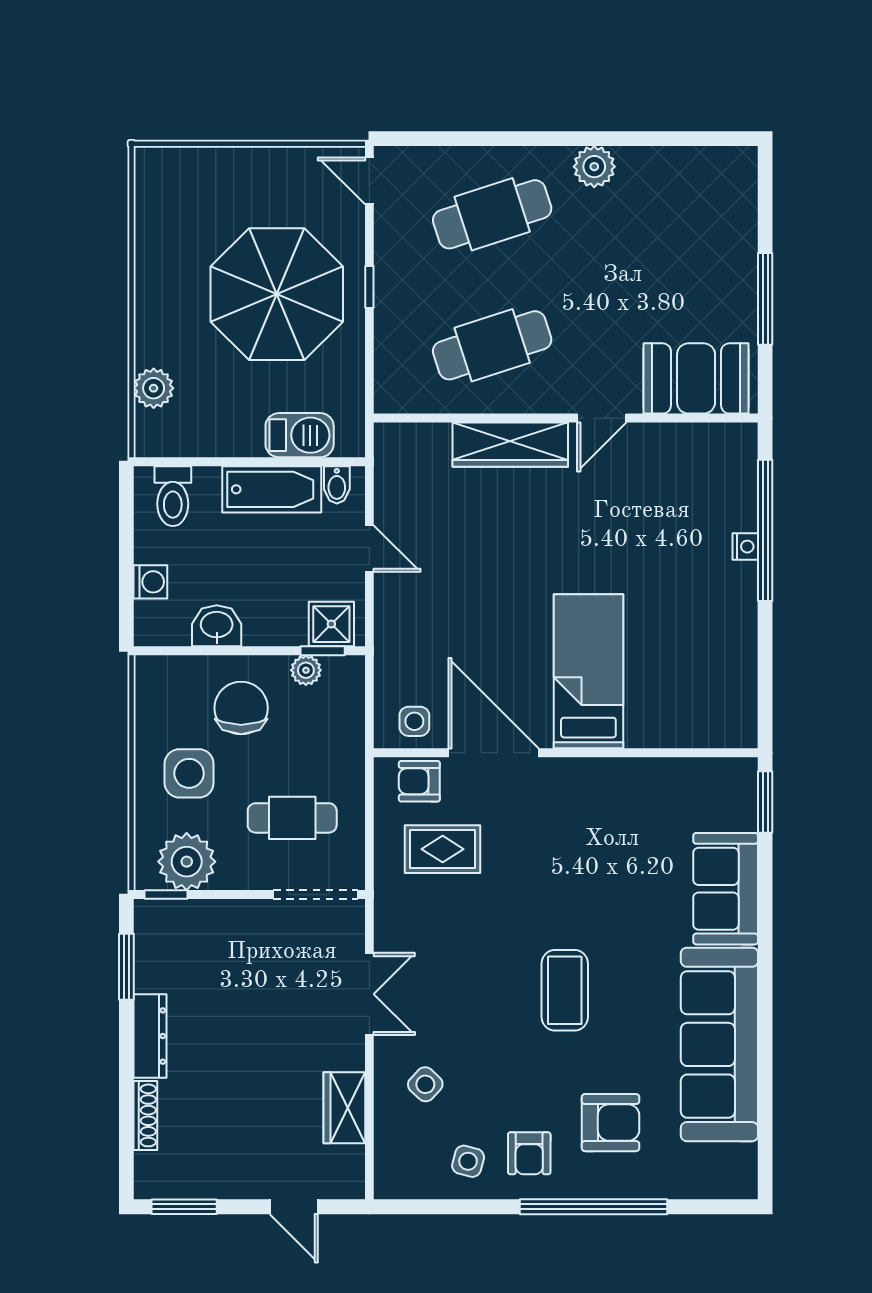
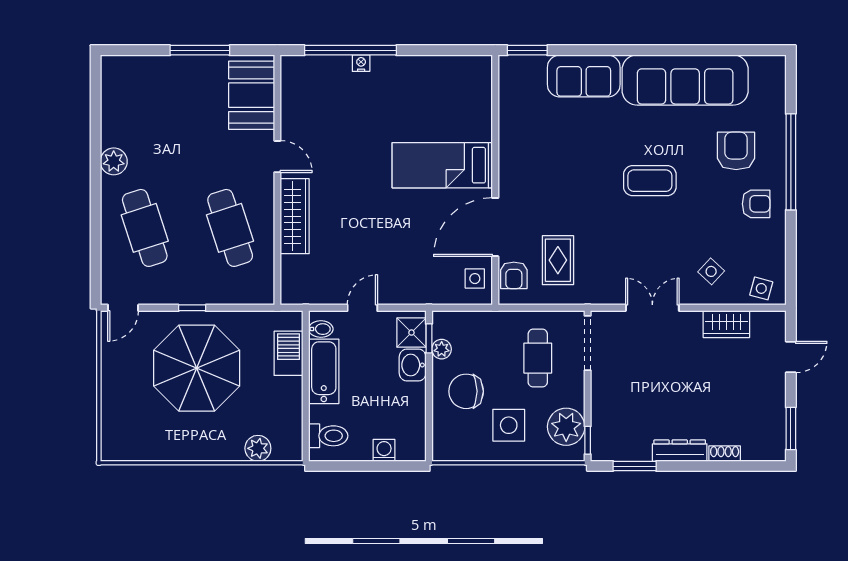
washbasin: (217, 626) -> (413, 365), moved
shoe rack: (145, 1115) -> (725, 454), width x0.70
side table: (468, 1161) -> (761, 288), moved

